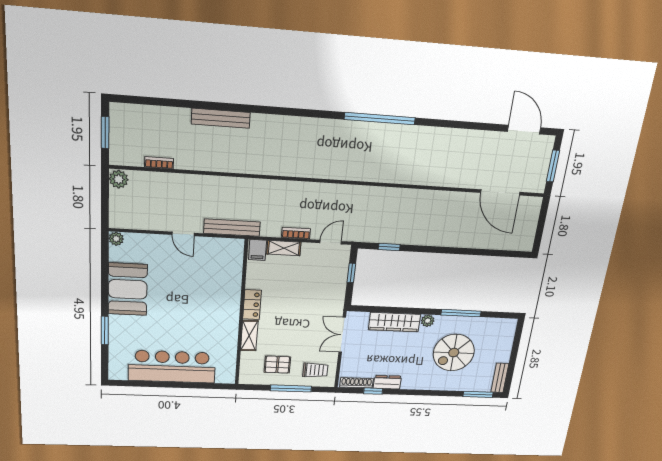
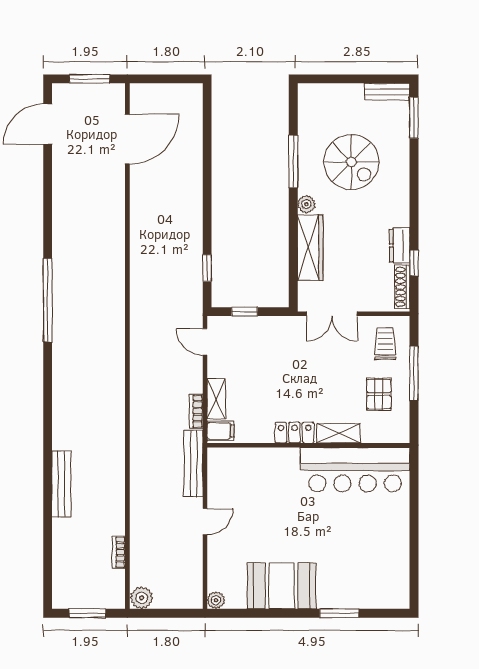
bookcase: (296, 233) -> (196, 411), moved
bar counter: (172, 367) -> (355, 470), moved, turned -90

